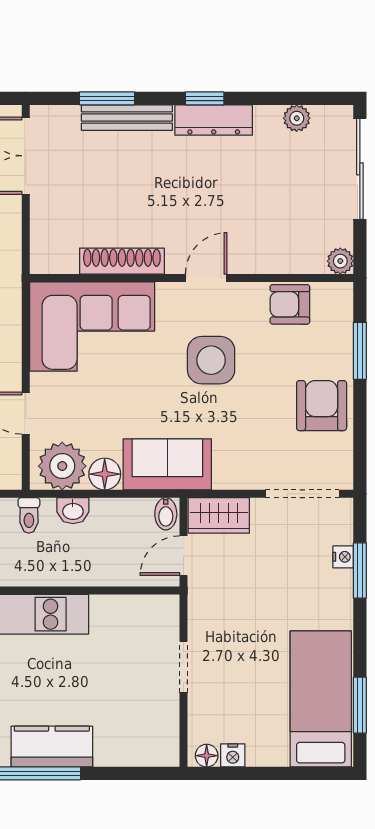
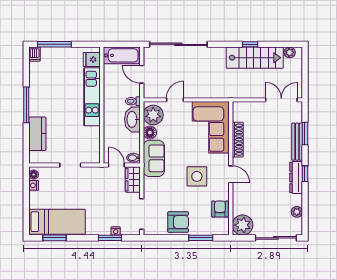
plant: (340, 261) -> (243, 225), width x1.88, depth x1.88
washbasin: (73, 511) -> (132, 119), width x1.91, depth x1.45
kitchen counter: (52, 747) -> (37, 134), moved

